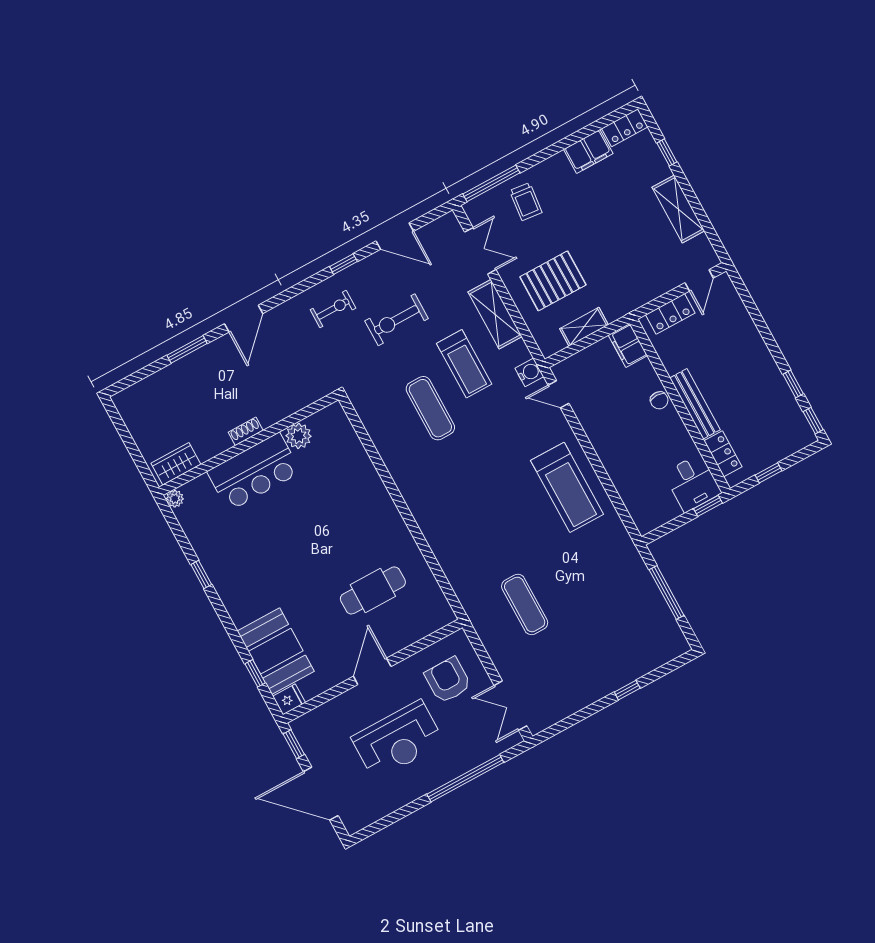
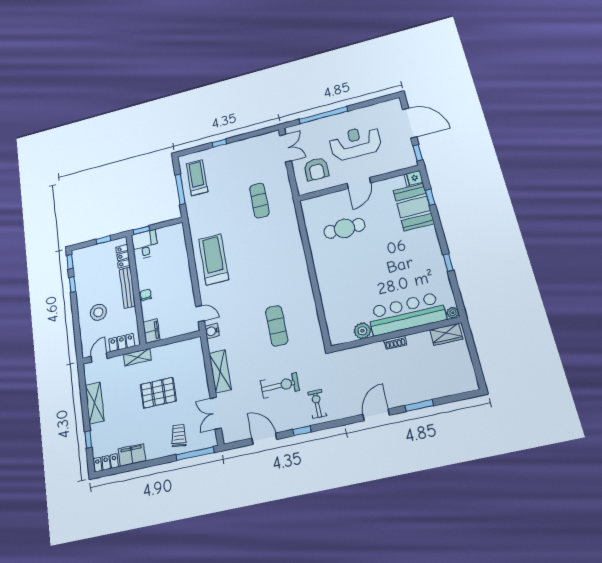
pallet: (553, 281) -> (158, 393), moved
exercise bike: (333, 309) -> (317, 404), turned 90
shelving: (584, 327) -> (137, 357), moved
stool: (729, 351) -> (98, 312), added
treadmill: (464, 364) -> (197, 178), moved
bar counter: (254, 472) -> (407, 314), width x1.36

